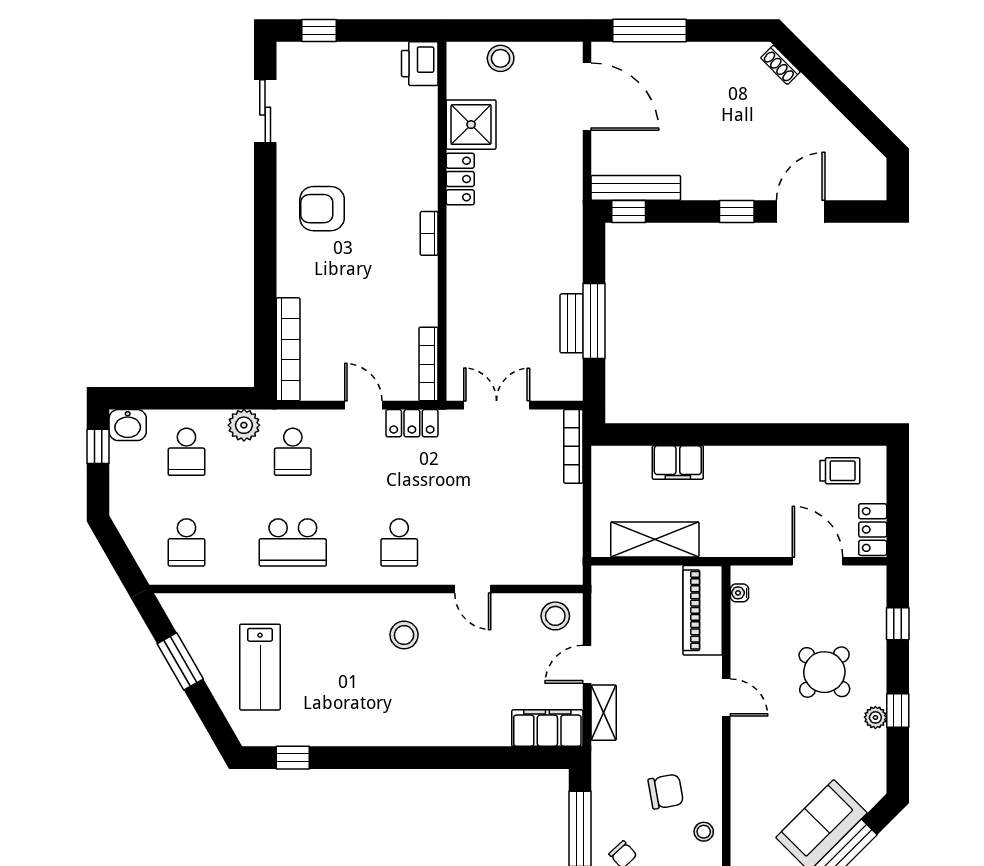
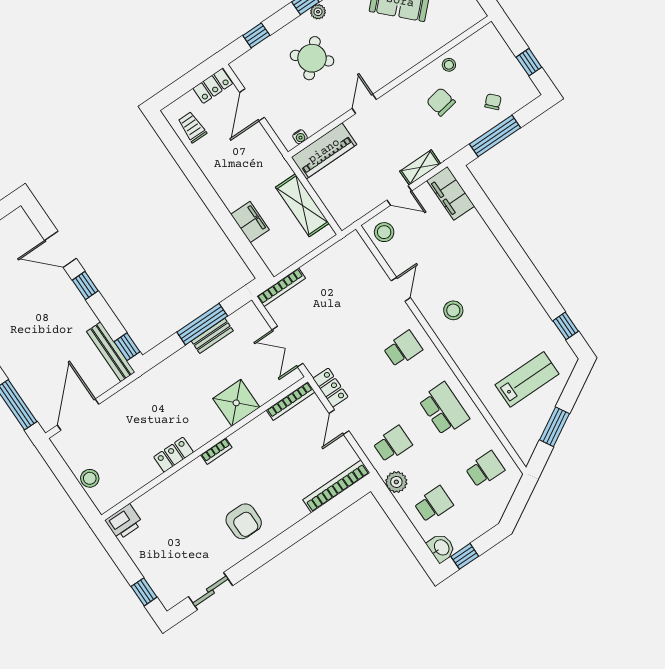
shower: (471, 125) -> (236, 403), moved

